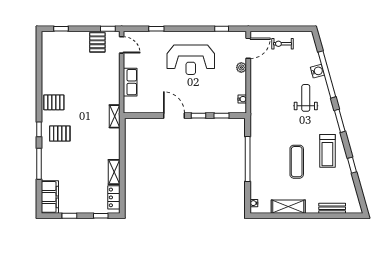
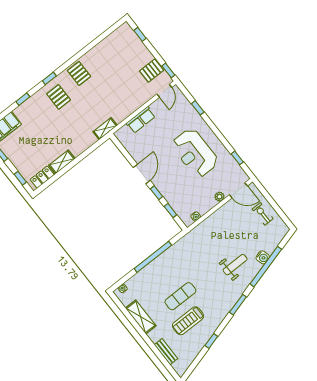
treadmill: (327, 151) -> (188, 321), moved
window: (39, 164) -> (23, 99), width x0.46

